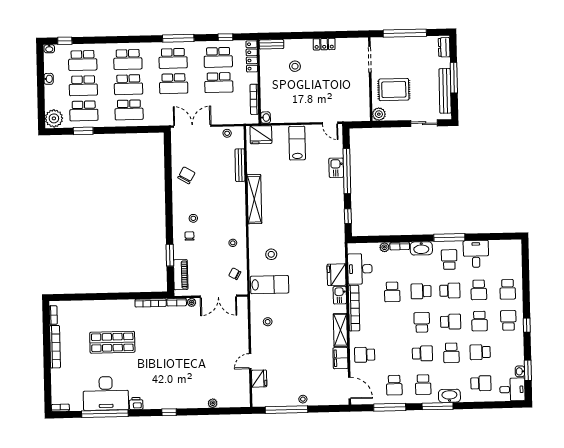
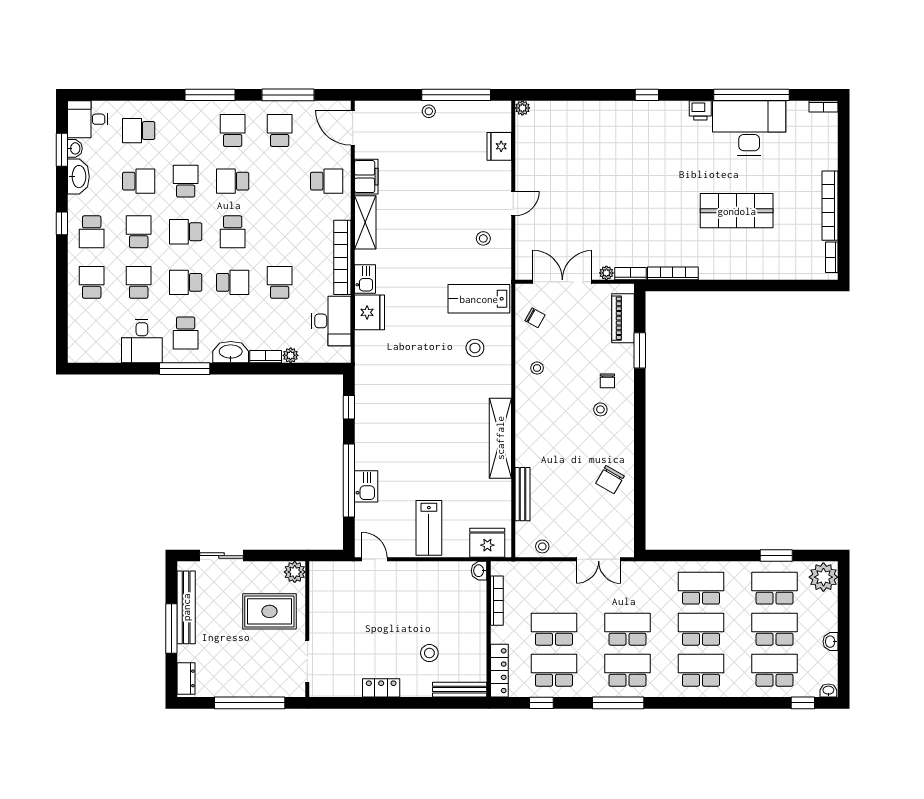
bench: (271, 44) -> (460, 690), width x1.36
double door: (192, 126) -> (599, 559), width x0.73
door: (250, 361) -> (513, 203), moved
washbasin: (449, 396) -> (78, 177), moved, turned -90
plant: (213, 403) -> (522, 108), moved

